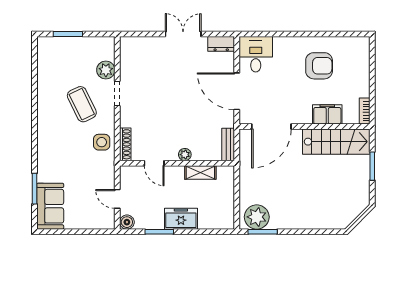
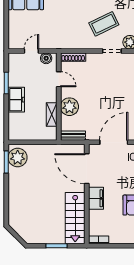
filing cabinet: (327, 114) -> (96, 198), moved
side table: (102, 142) -> (75, 39), removed
plant: (185, 155) -> (69, 107), width x1.88, depth x1.88
door: (154, 163) -> (59, 79), swing flipped
boiler: (127, 222) -> (46, 58), moved

